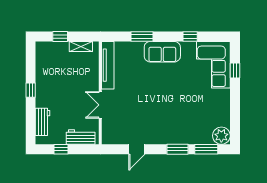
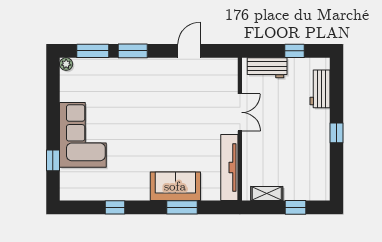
sofa: (162, 52) -> (175, 186), moved
corner sofa: (213, 65) -> (83, 135), moved
plant: (221, 136) -> (66, 64), width x0.53, depth x0.53

